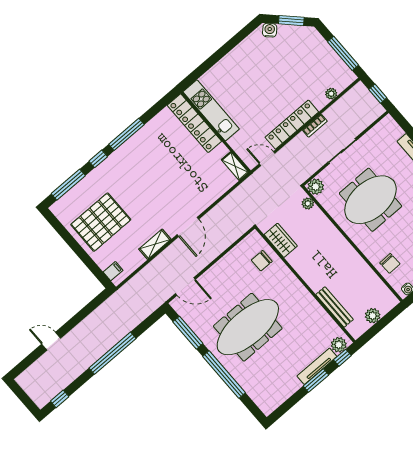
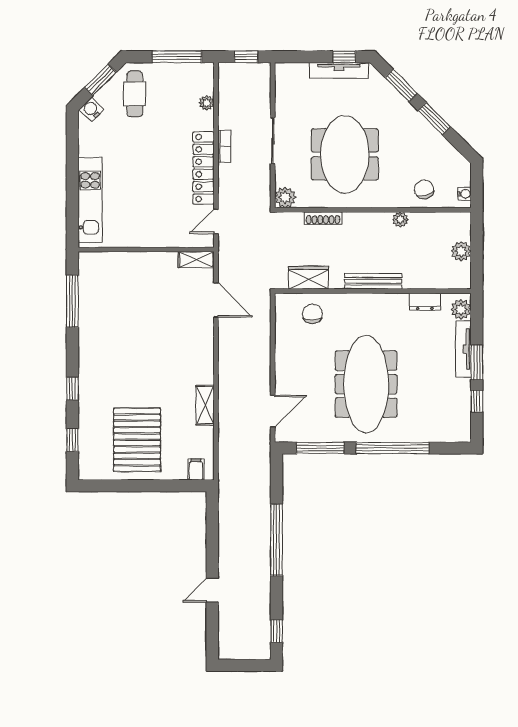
cafe table: (300, 47) -> (135, 94), added
kitchen unit: (211, 110) -> (90, 200), moved, turned 90
locker: (194, 123) -> (119, 263), removed
window: (126, 134) -> (72, 301), moved
window: (68, 185) -> (72, 440), width x0.46
plant: (308, 203) -> (400, 219), moved
shoe rack: (323, 219) -> (323, 218), added
door: (188, 227) -> (216, 300), moved
chair: (262, 261) -> (312, 314), turned 180
chair: (390, 263) -> (424, 189), turned -103
bench: (335, 307) -> (373, 281), moved
dresser: (325, 320) -> (425, 302), added
window: (342, 358) -> (477, 401), moved

